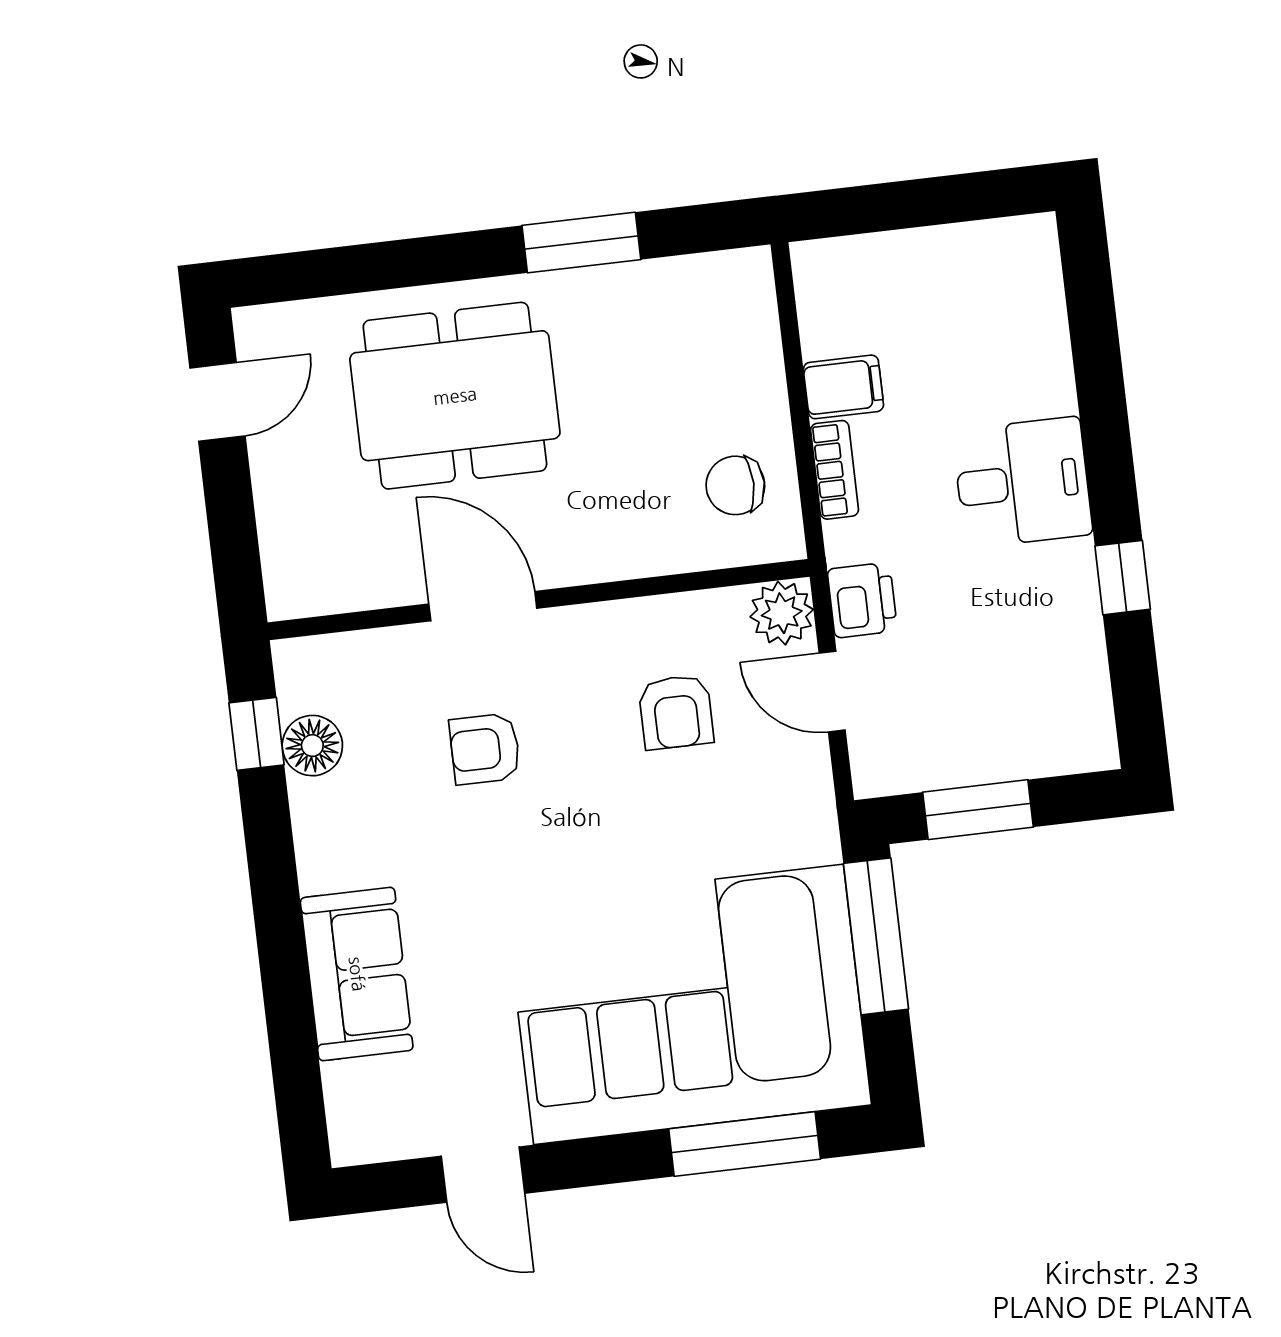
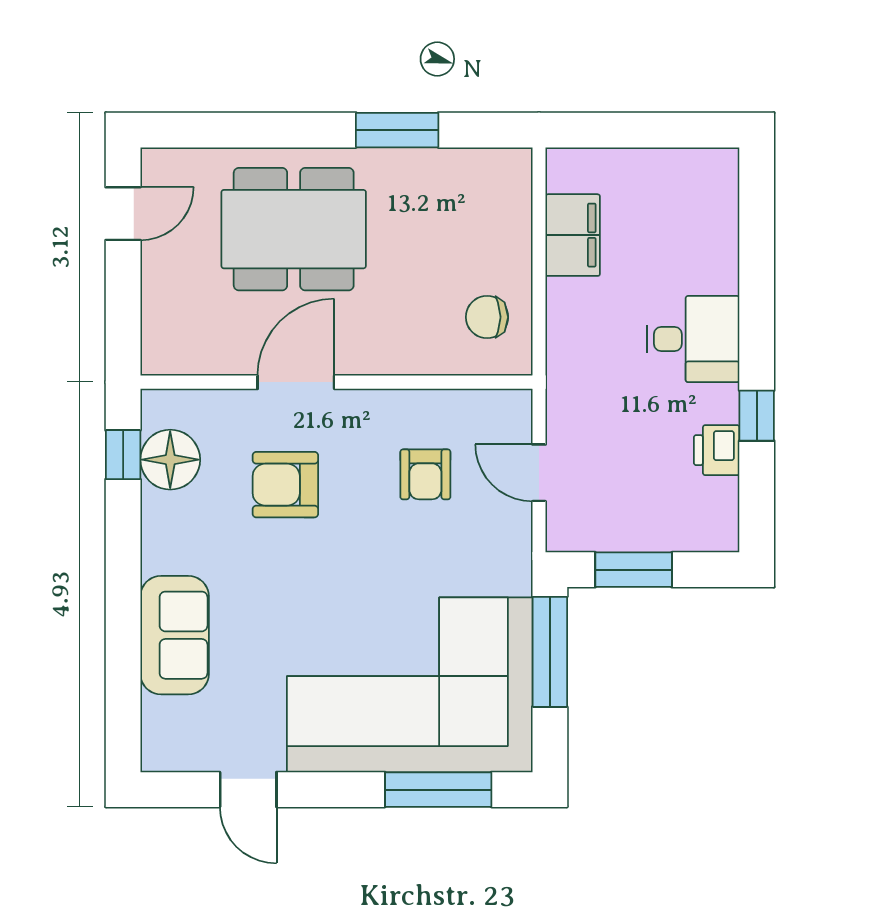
filing cabinet: (843, 387) -> (573, 235), width x2.00
bookcase: (835, 470) -> (559, 314), removed
printer: (862, 600) -> (717, 450), moved, turned 180
door: (483, 606) -> (296, 382), hinge flipped
plant: (782, 613) -> (509, 412), removed
floor lamp: (312, 746) -> (170, 460), width x1.38, depth x1.38
armchair: (485, 749) -> (285, 485), width x1.38, depth x1.38

